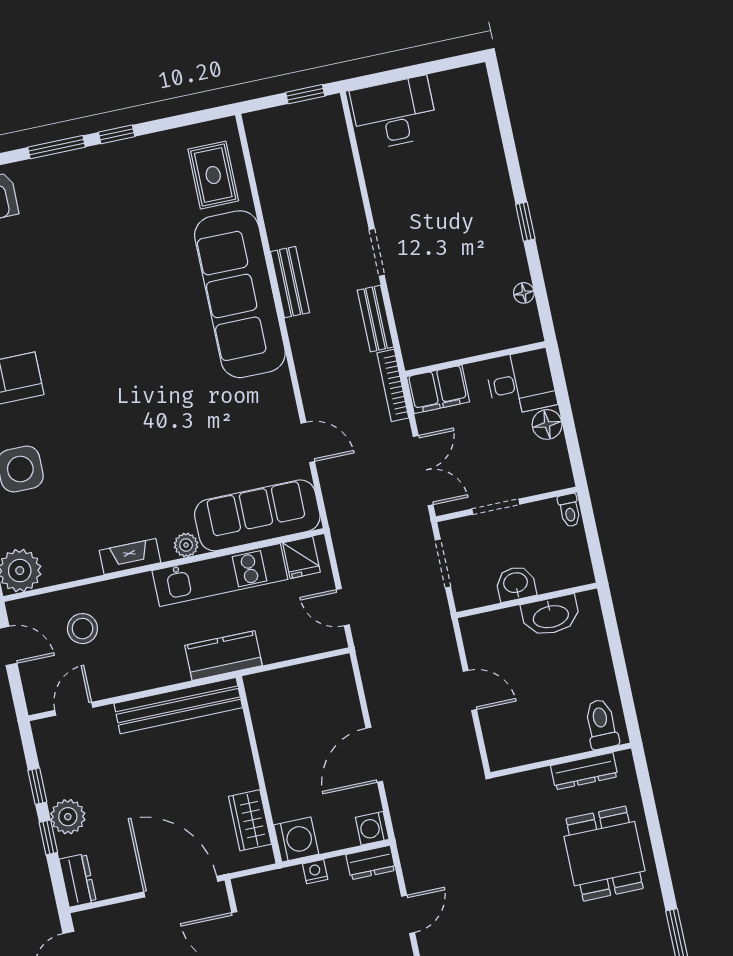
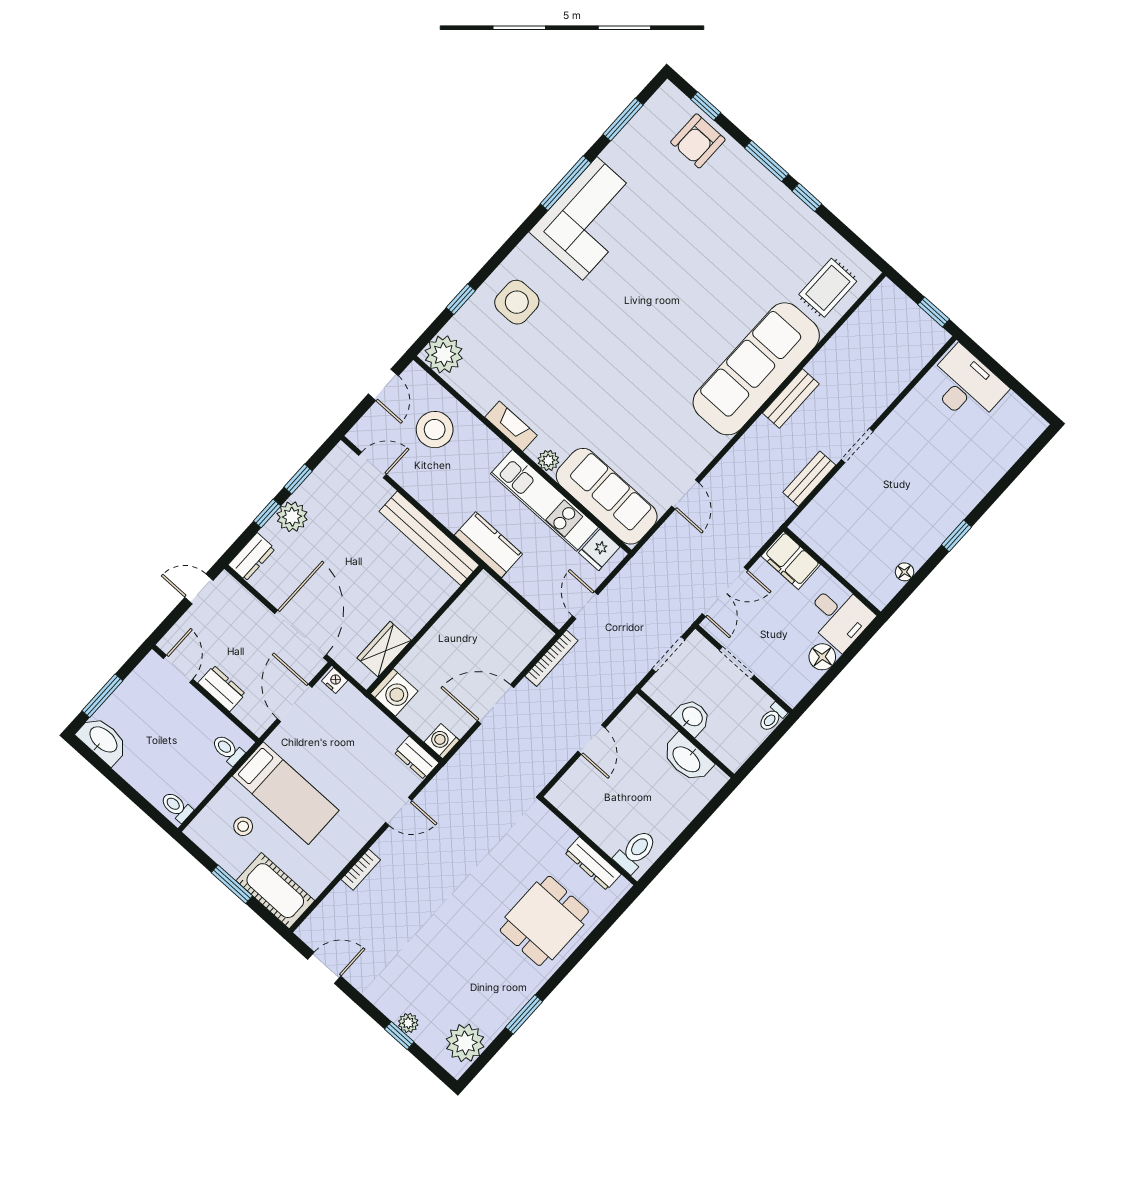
bookcase: (393, 385) -> (551, 658), moved, turned 180
stool: (82, 629) -> (435, 430), width x1.38, depth x1.38
nightstand: (315, 872) -> (335, 681), moved

